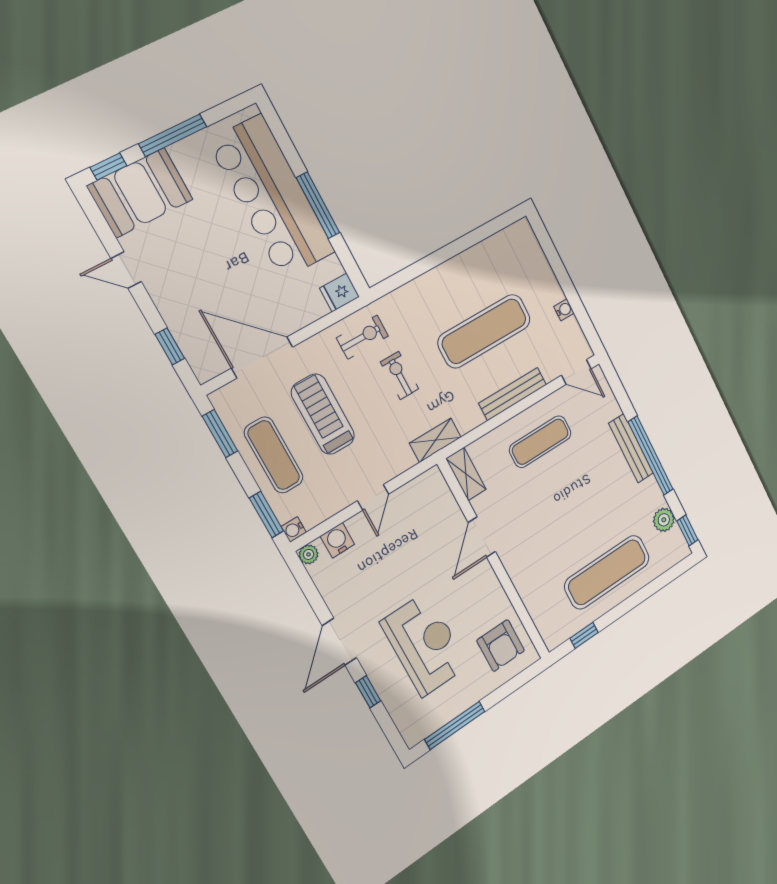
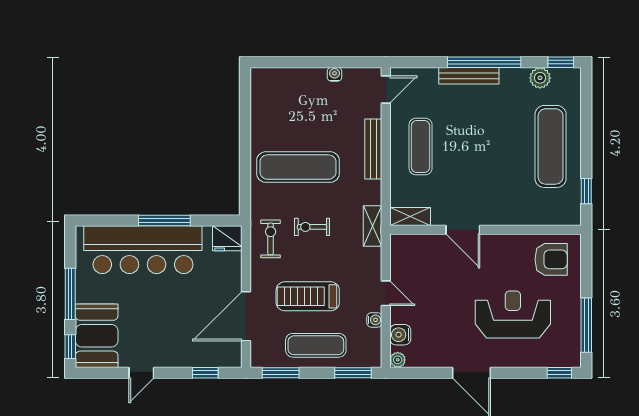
fridge: (340, 293) -> (227, 238), width x1.38
exercise mat: (484, 331) -> (298, 167), moved, turned 90
water cooler: (294, 529) -> (374, 320), moved, turned -90
window: (368, 692) -> (559, 373), moved

